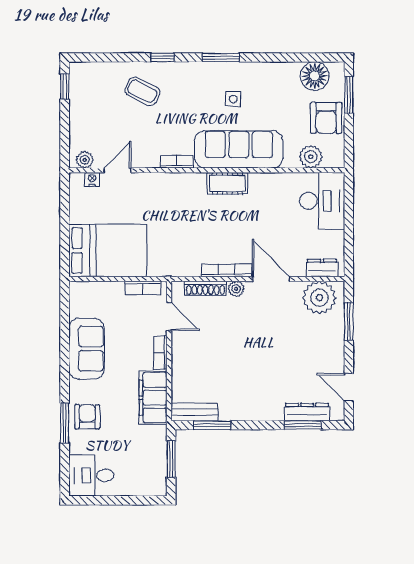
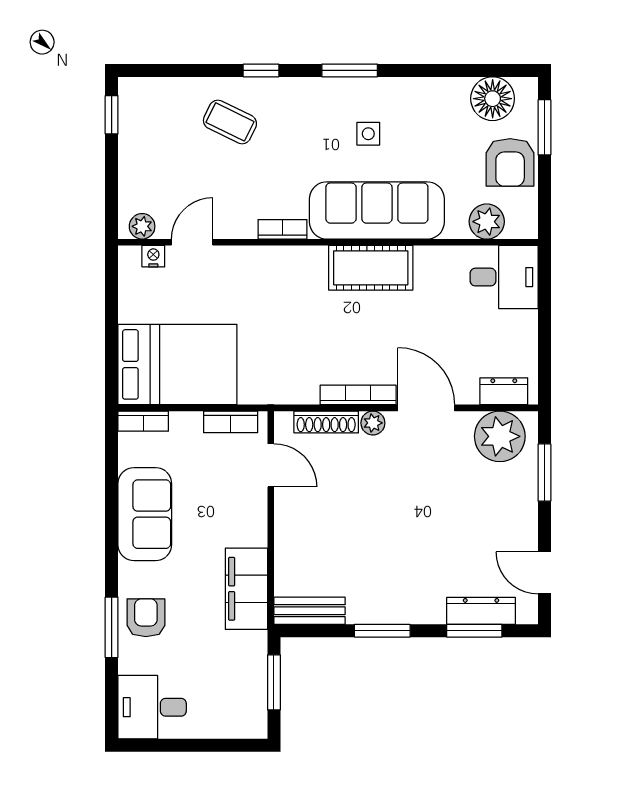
cot: (227, 183) -> (371, 268), width x1.37, depth x1.34
desk: (322, 201) -> (504, 277), width x0.73
bookcase: (160, 353) -> (143, 421), moved, turned -90
window: (212, 425) -> (382, 631), moved

